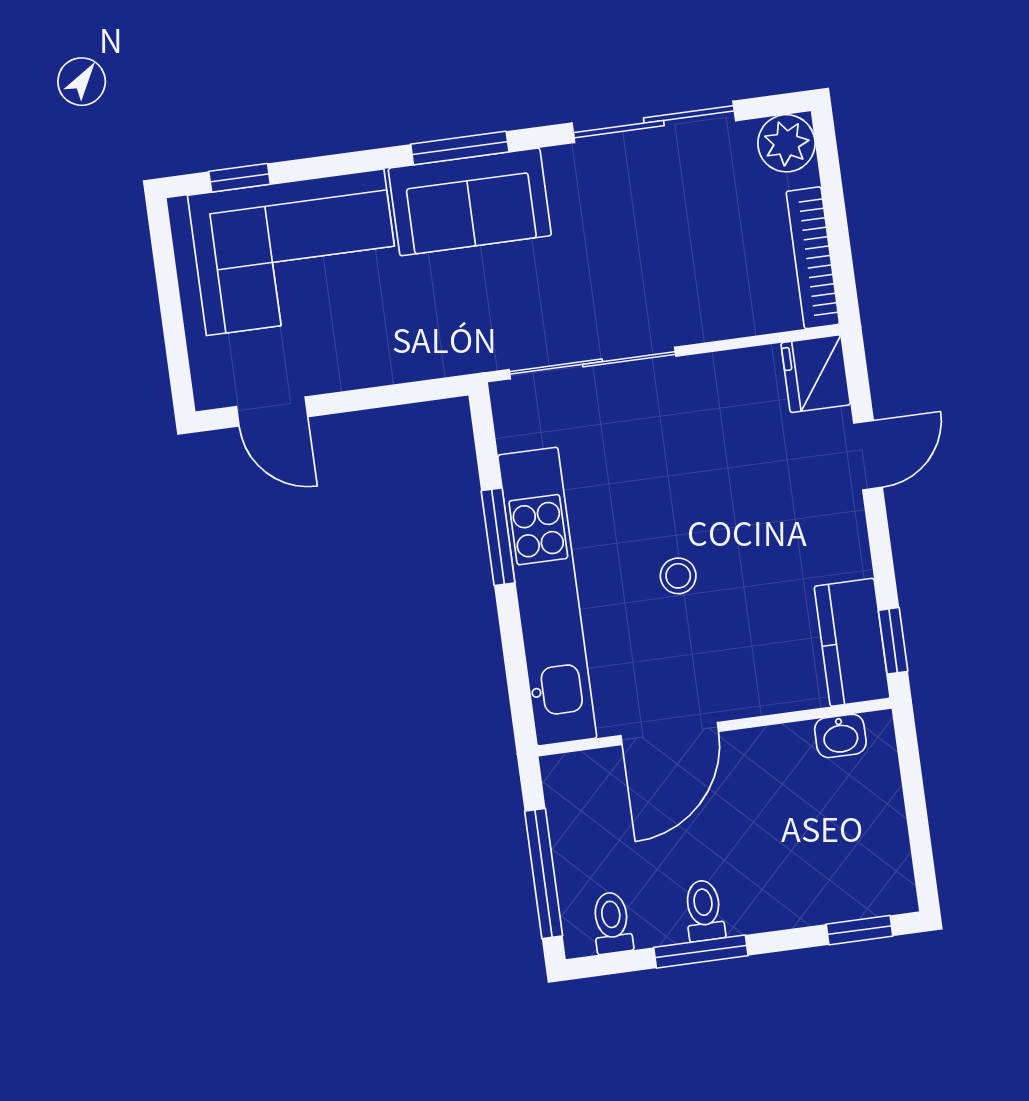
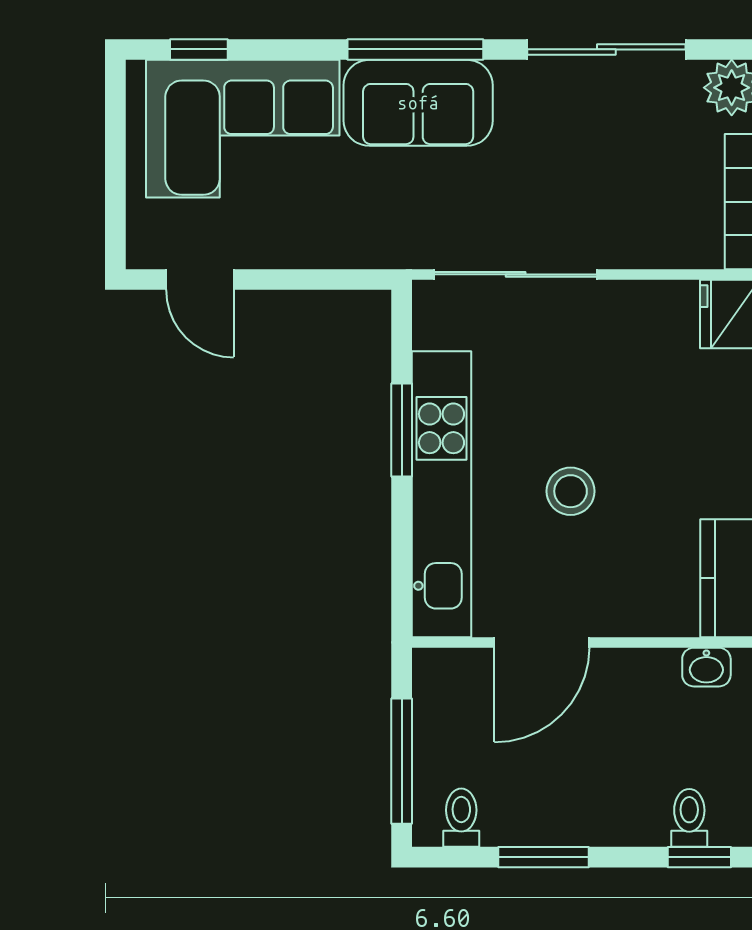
window: (460, 148) -> (415, 49), width x1.44
stool: (678, 576) -> (571, 491), width x1.37, depth x1.37
toilet: (704, 910) -> (689, 818), moved

